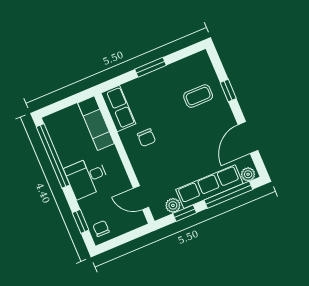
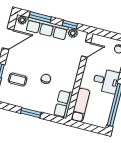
chair: (146, 138) -> (46, 79), moved
window: (228, 195) -> (40, 17), width x0.69
door: (141, 198) -> (86, 49), hinge flipped

